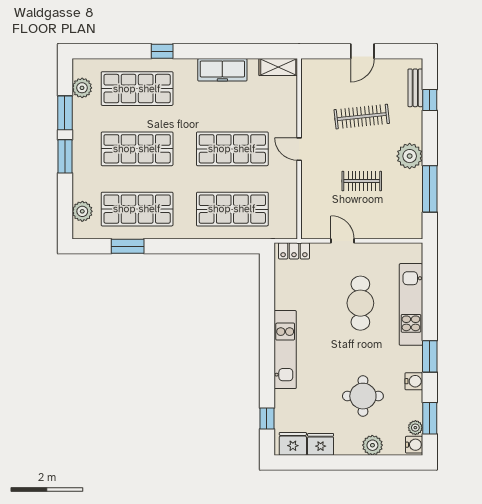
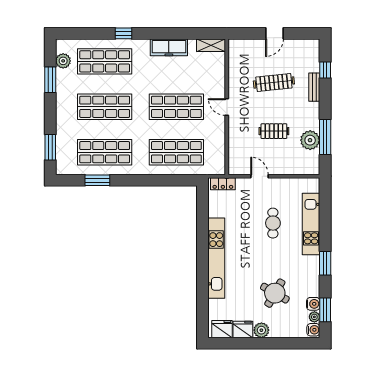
bench: (415, 88) -> (314, 87), moved
window: (65, 156) -> (50, 147), moved
plant: (410, 156) -> (310, 140), moved
plant: (82, 211) -> (63, 154), removed
cafe table: (360, 303) -> (273, 223), width x0.73, depth x0.74
kitchen unit: (285, 350) -> (216, 258), width x1.36
water cooler: (414, 381) -> (313, 304), moved
round table: (363, 396) -> (275, 293), turned 30
window: (267, 419) -> (203, 310), removed
plant: (372, 445) -> (261, 330), moved

